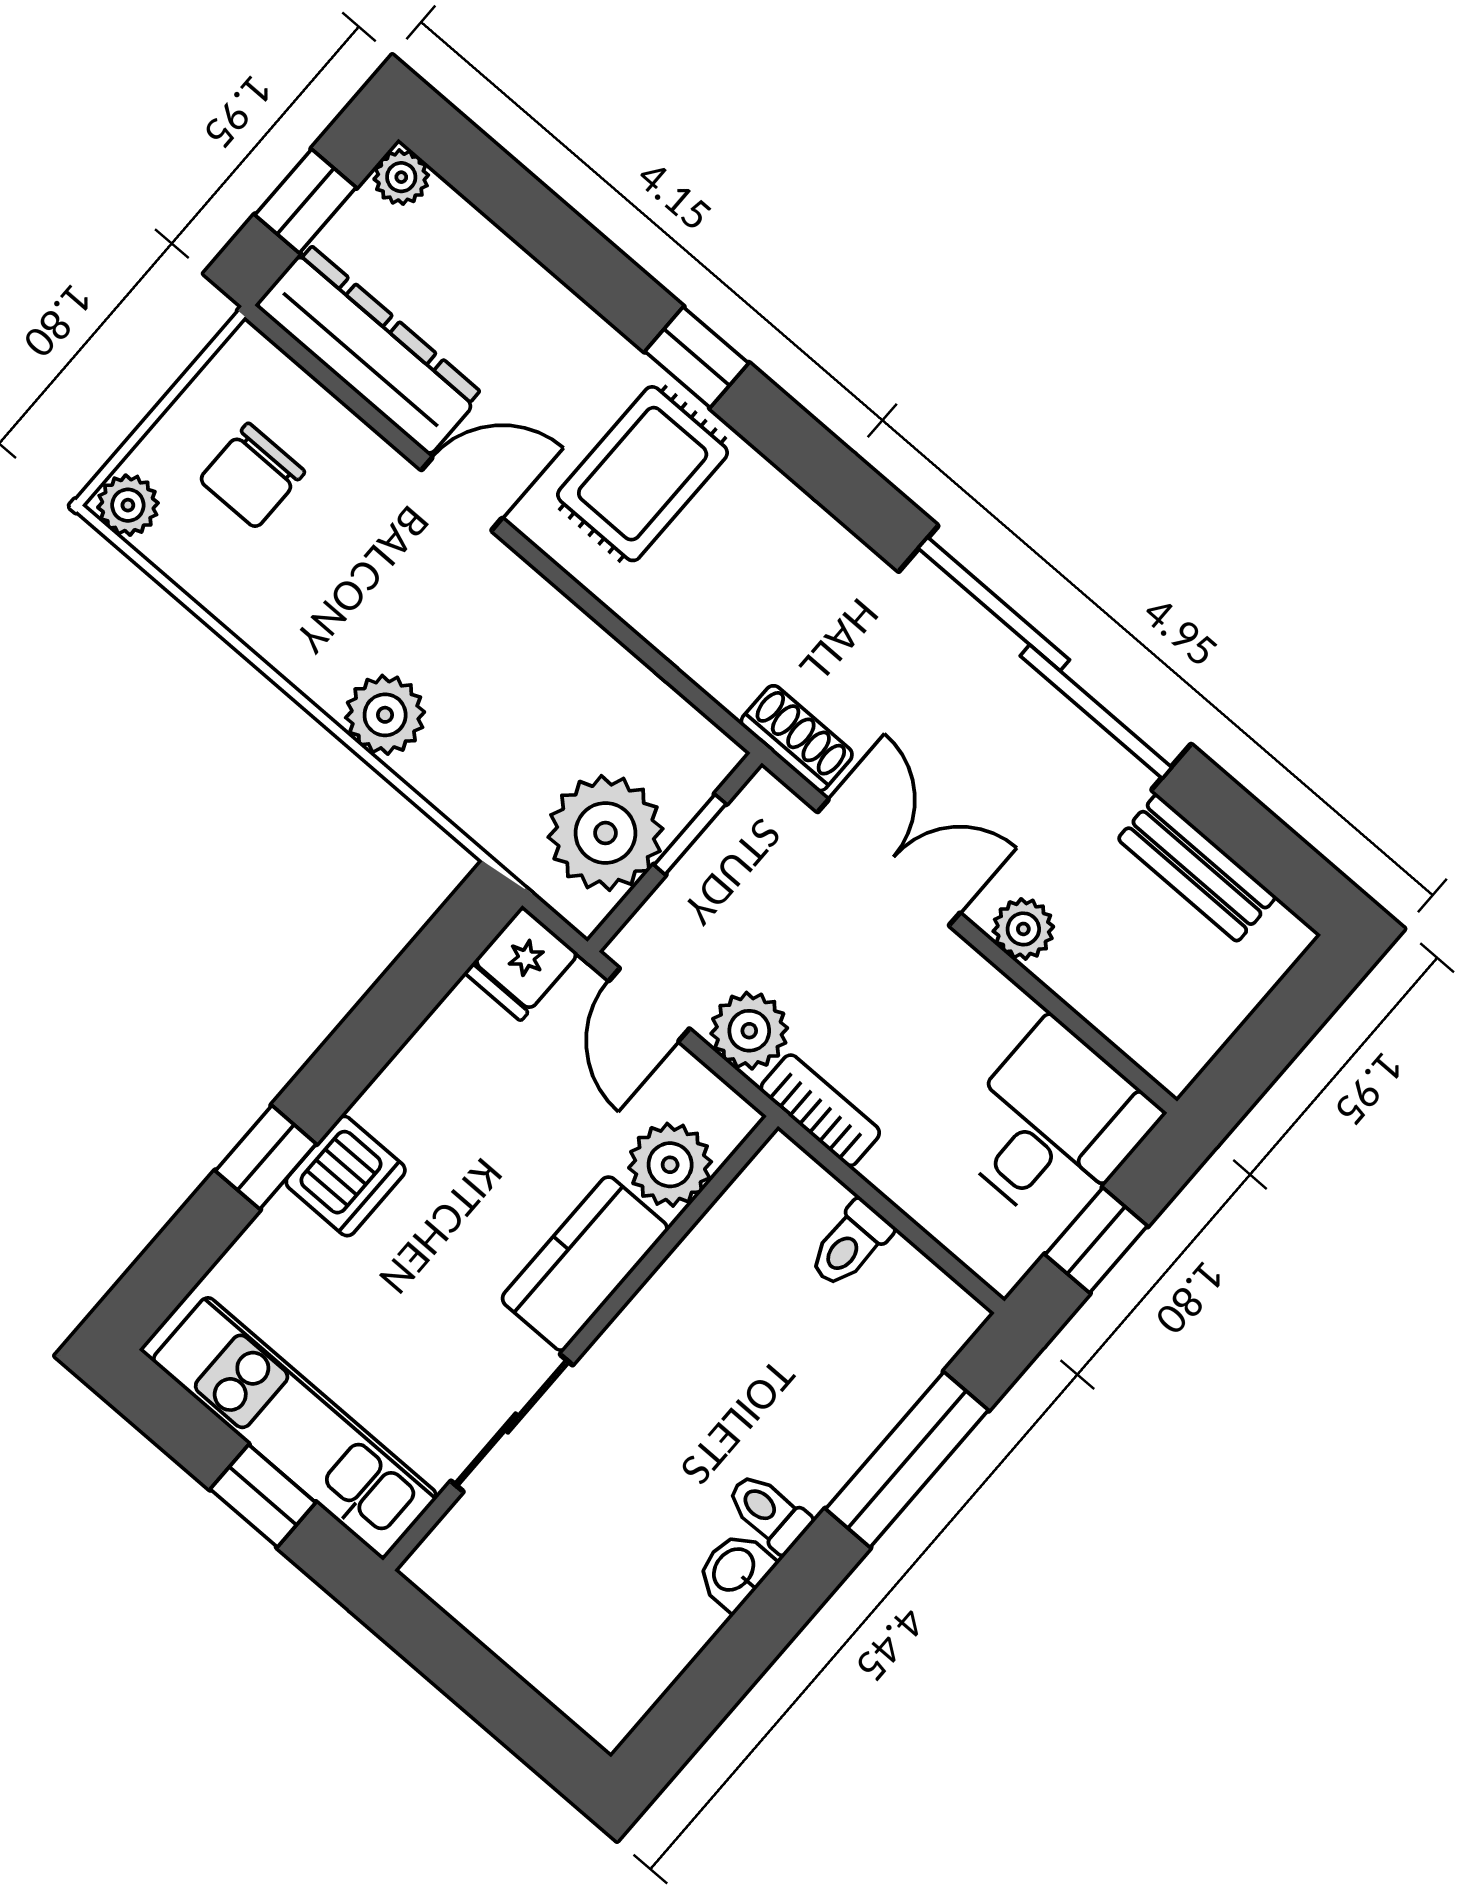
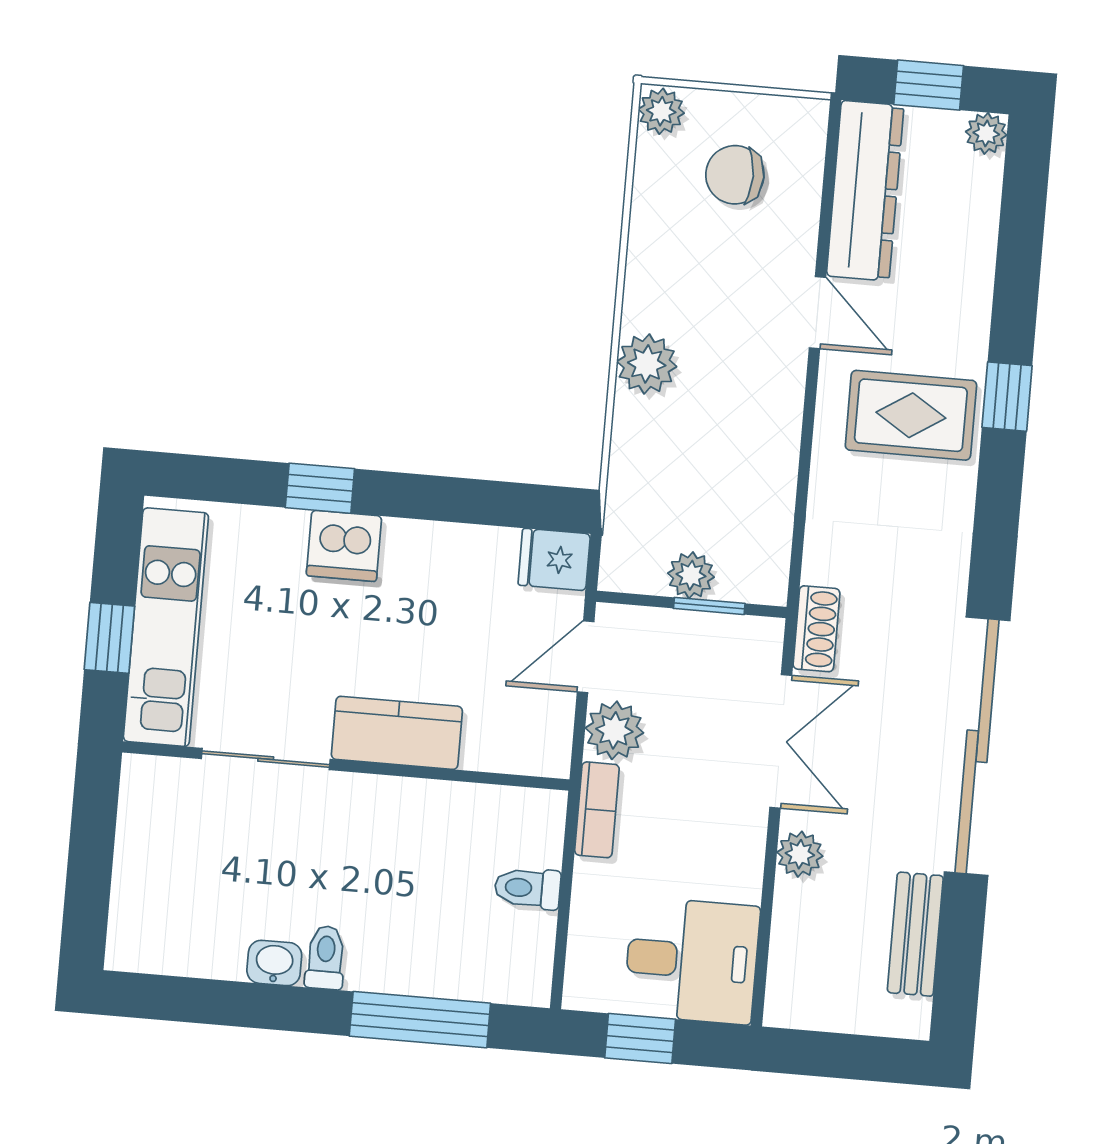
plant: (605, 833) -> (691, 575), width x0.53, depth x0.53
plant: (670, 1165) -> (496, 741), removed

